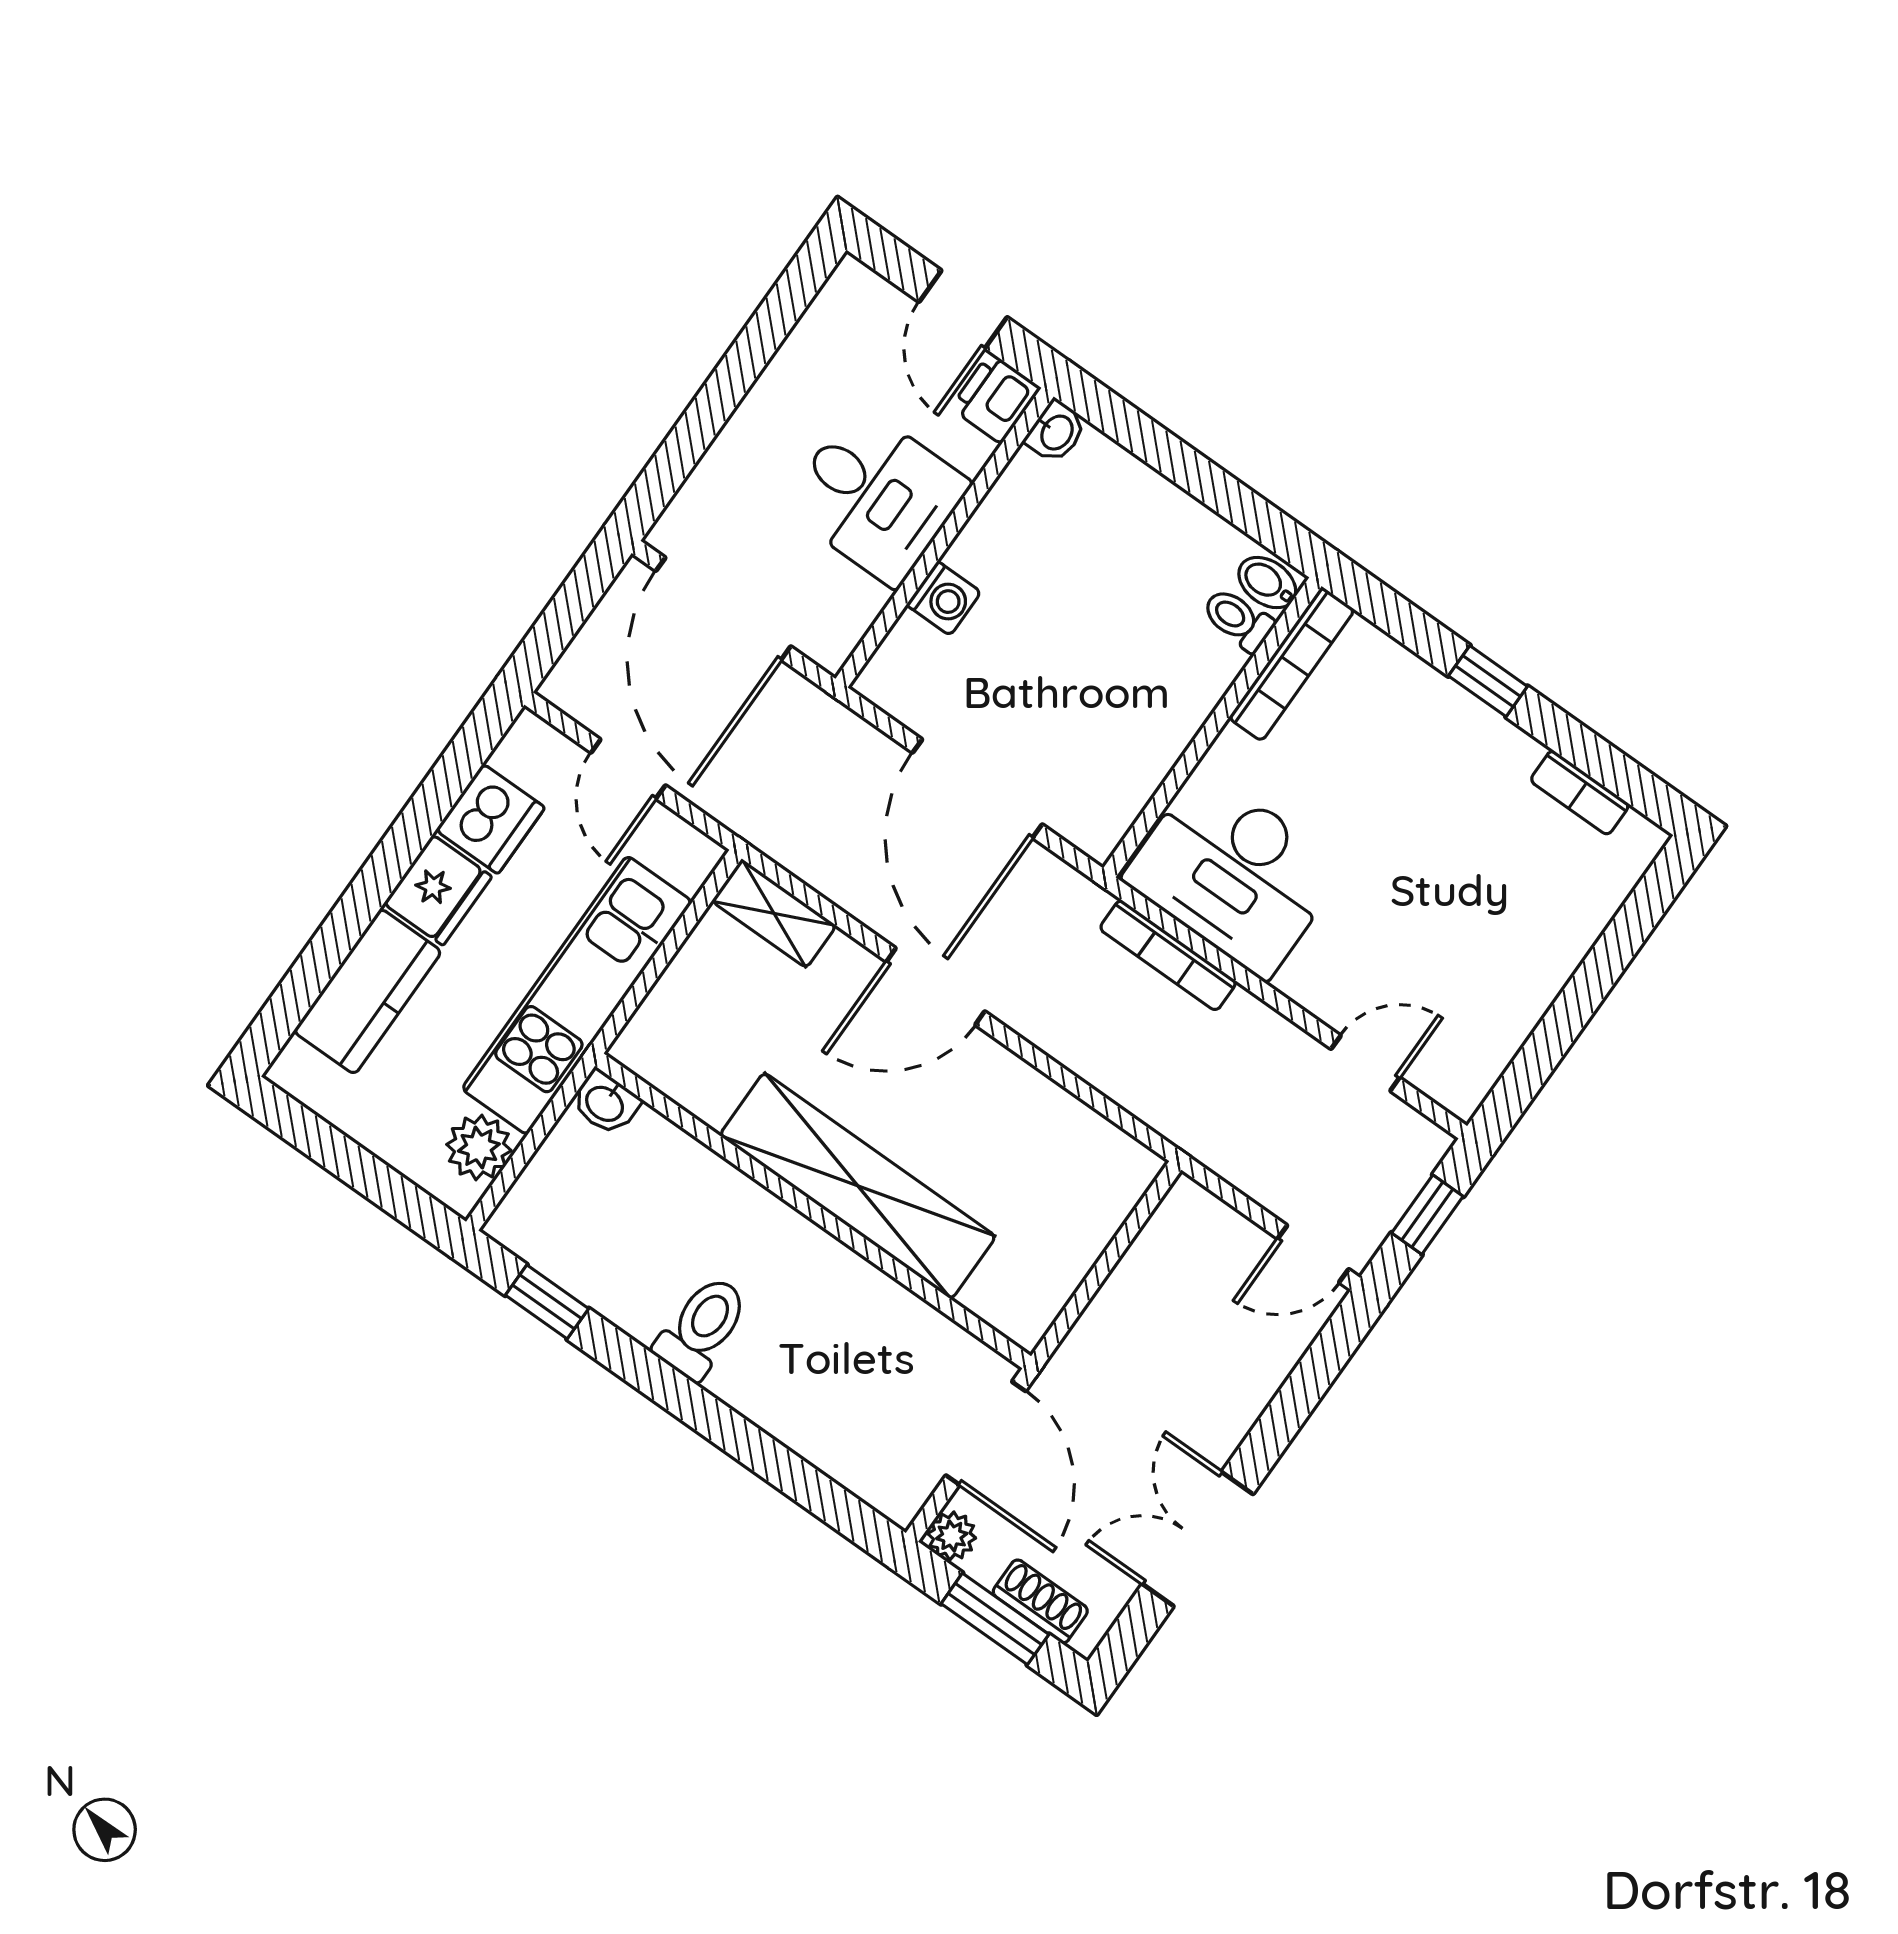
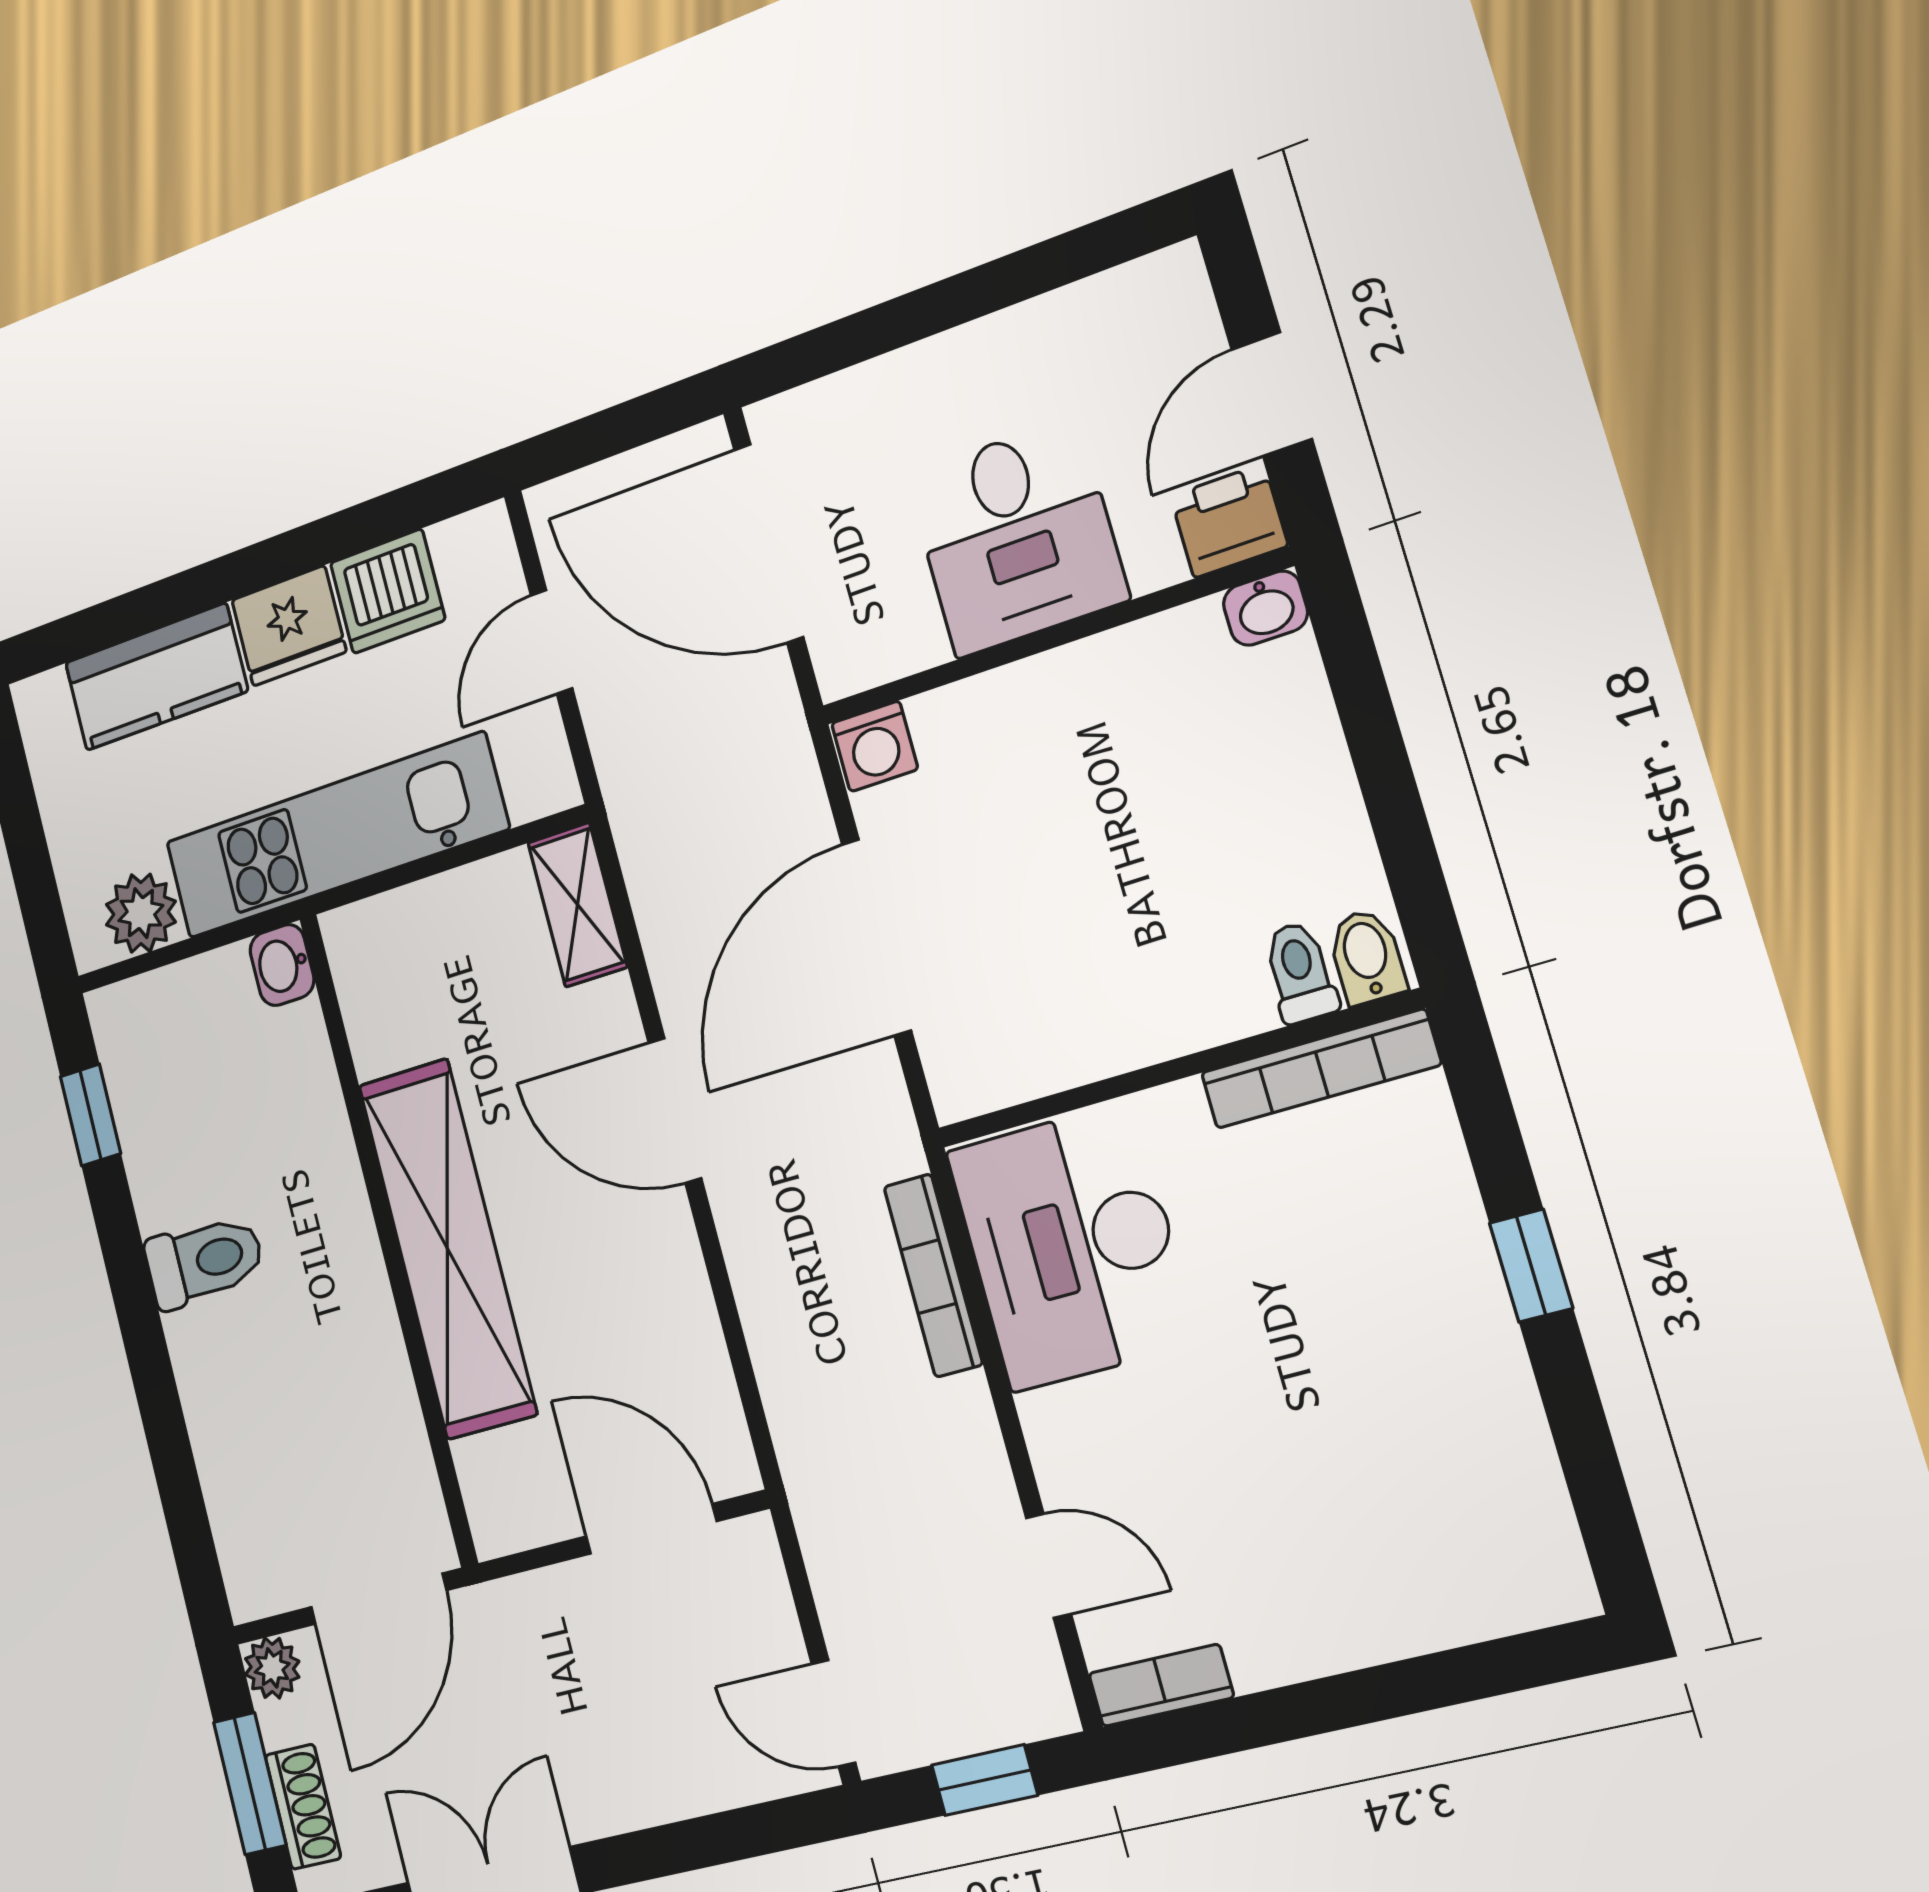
washing machine: (944, 598) -> (875, 746), moved
door: (723, 609) -> (769, 543), hinge flipped
bookcase: (1580, 793) -> (1161, 1685), moved, turned 90
door: (1120, 1243) -> (651, 1529), added

